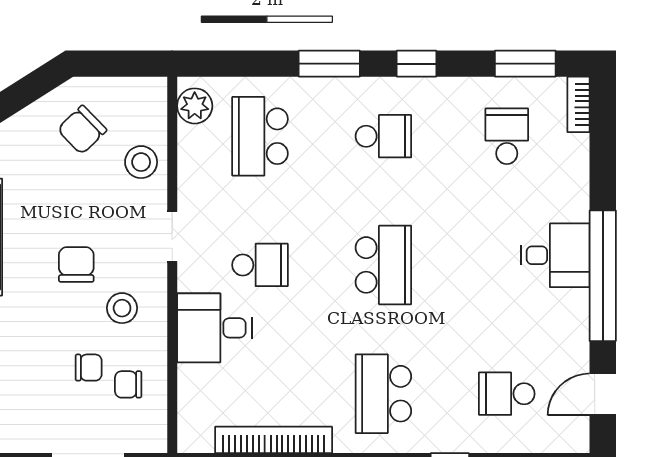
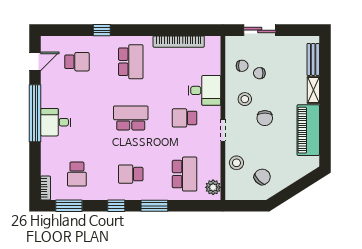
school desk: (383, 265) -> (131, 118), turned 90

